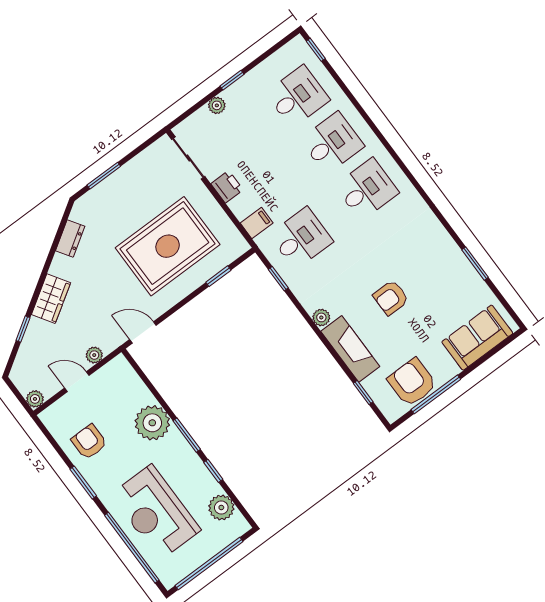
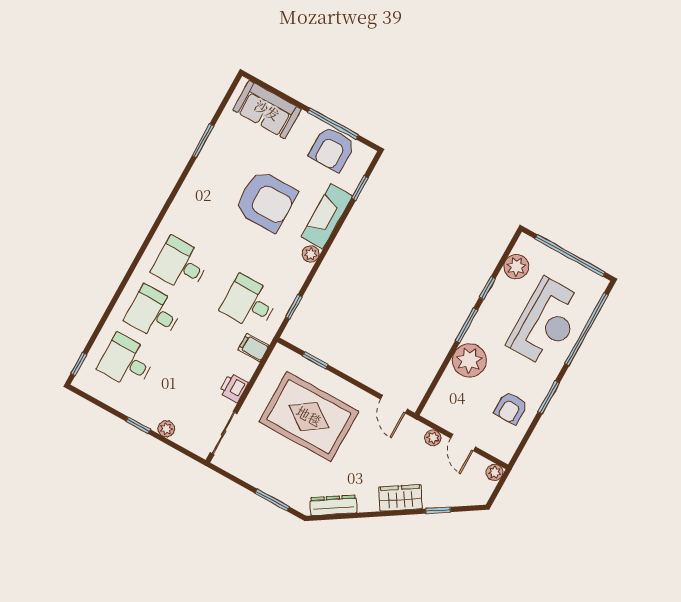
dresser: (70, 239) -> (333, 505), width x1.44
armchair: (391, 298) -> (266, 201), width x1.88, depth x1.88

